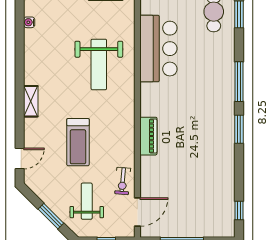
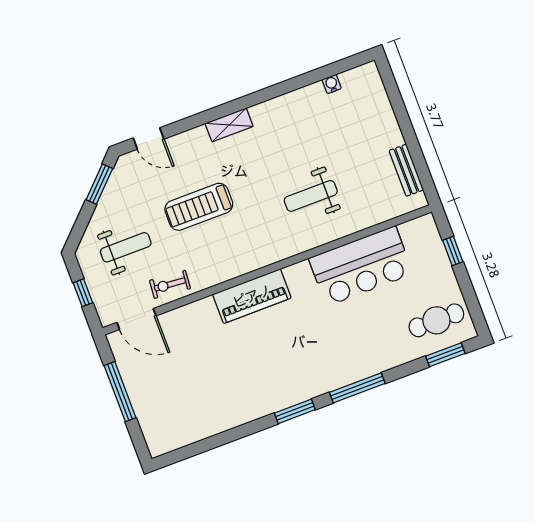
weight bench: (99, 64) -> (311, 196), width x0.73, depth x0.75
piano: (148, 136) -> (252, 296), width x1.37, depth x1.33
window: (239, 210) -> (189, 451), removed
window: (51, 216) -> (99, 184), moved

